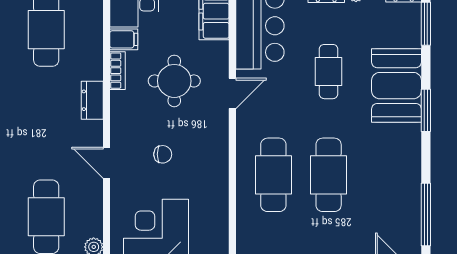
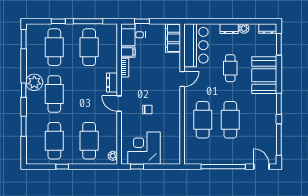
round table: (174, 81) -> (153, 73), removed
window: (426, 110) -> (279, 104), moved
door: (106, 163) -> (119, 104), moved

